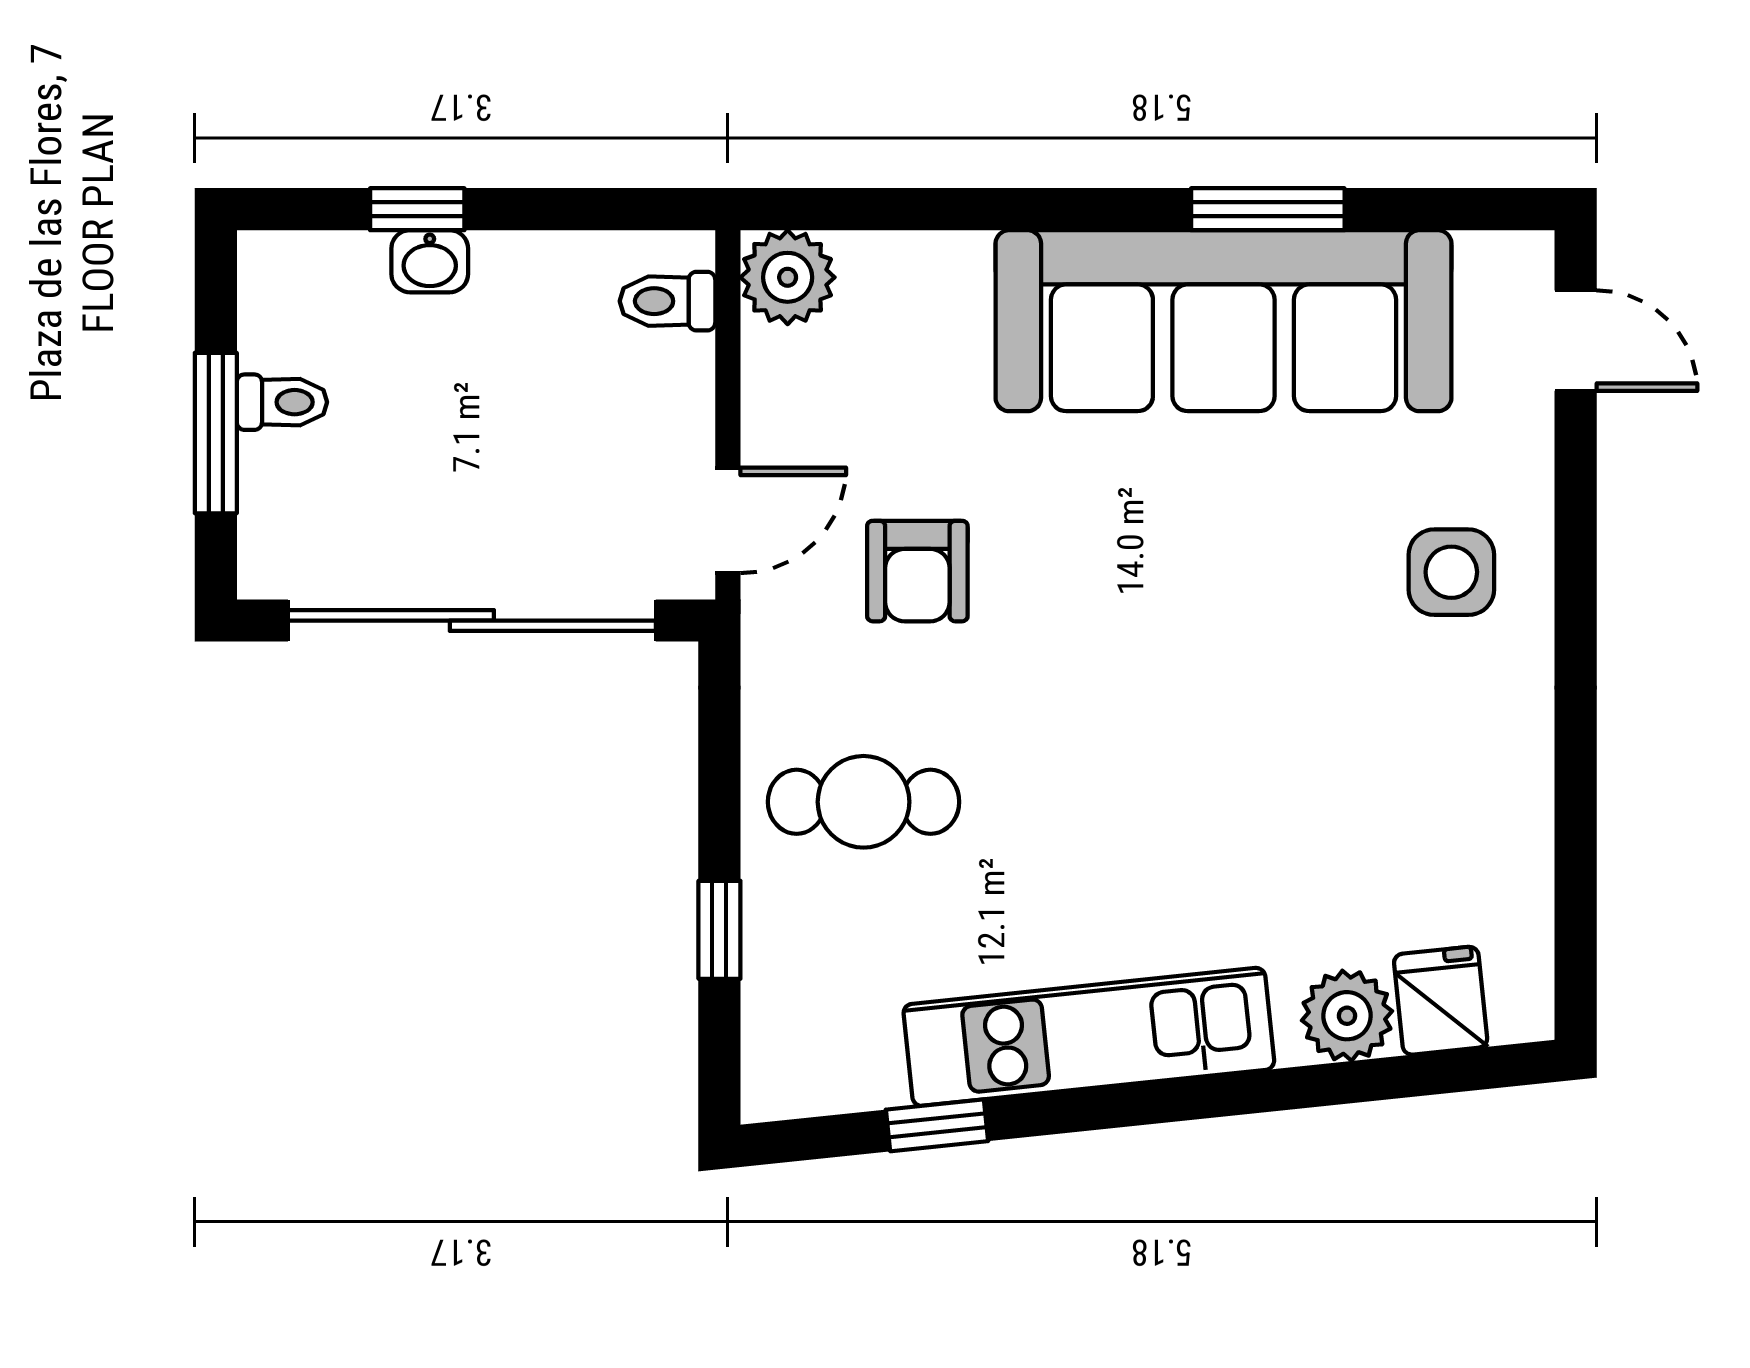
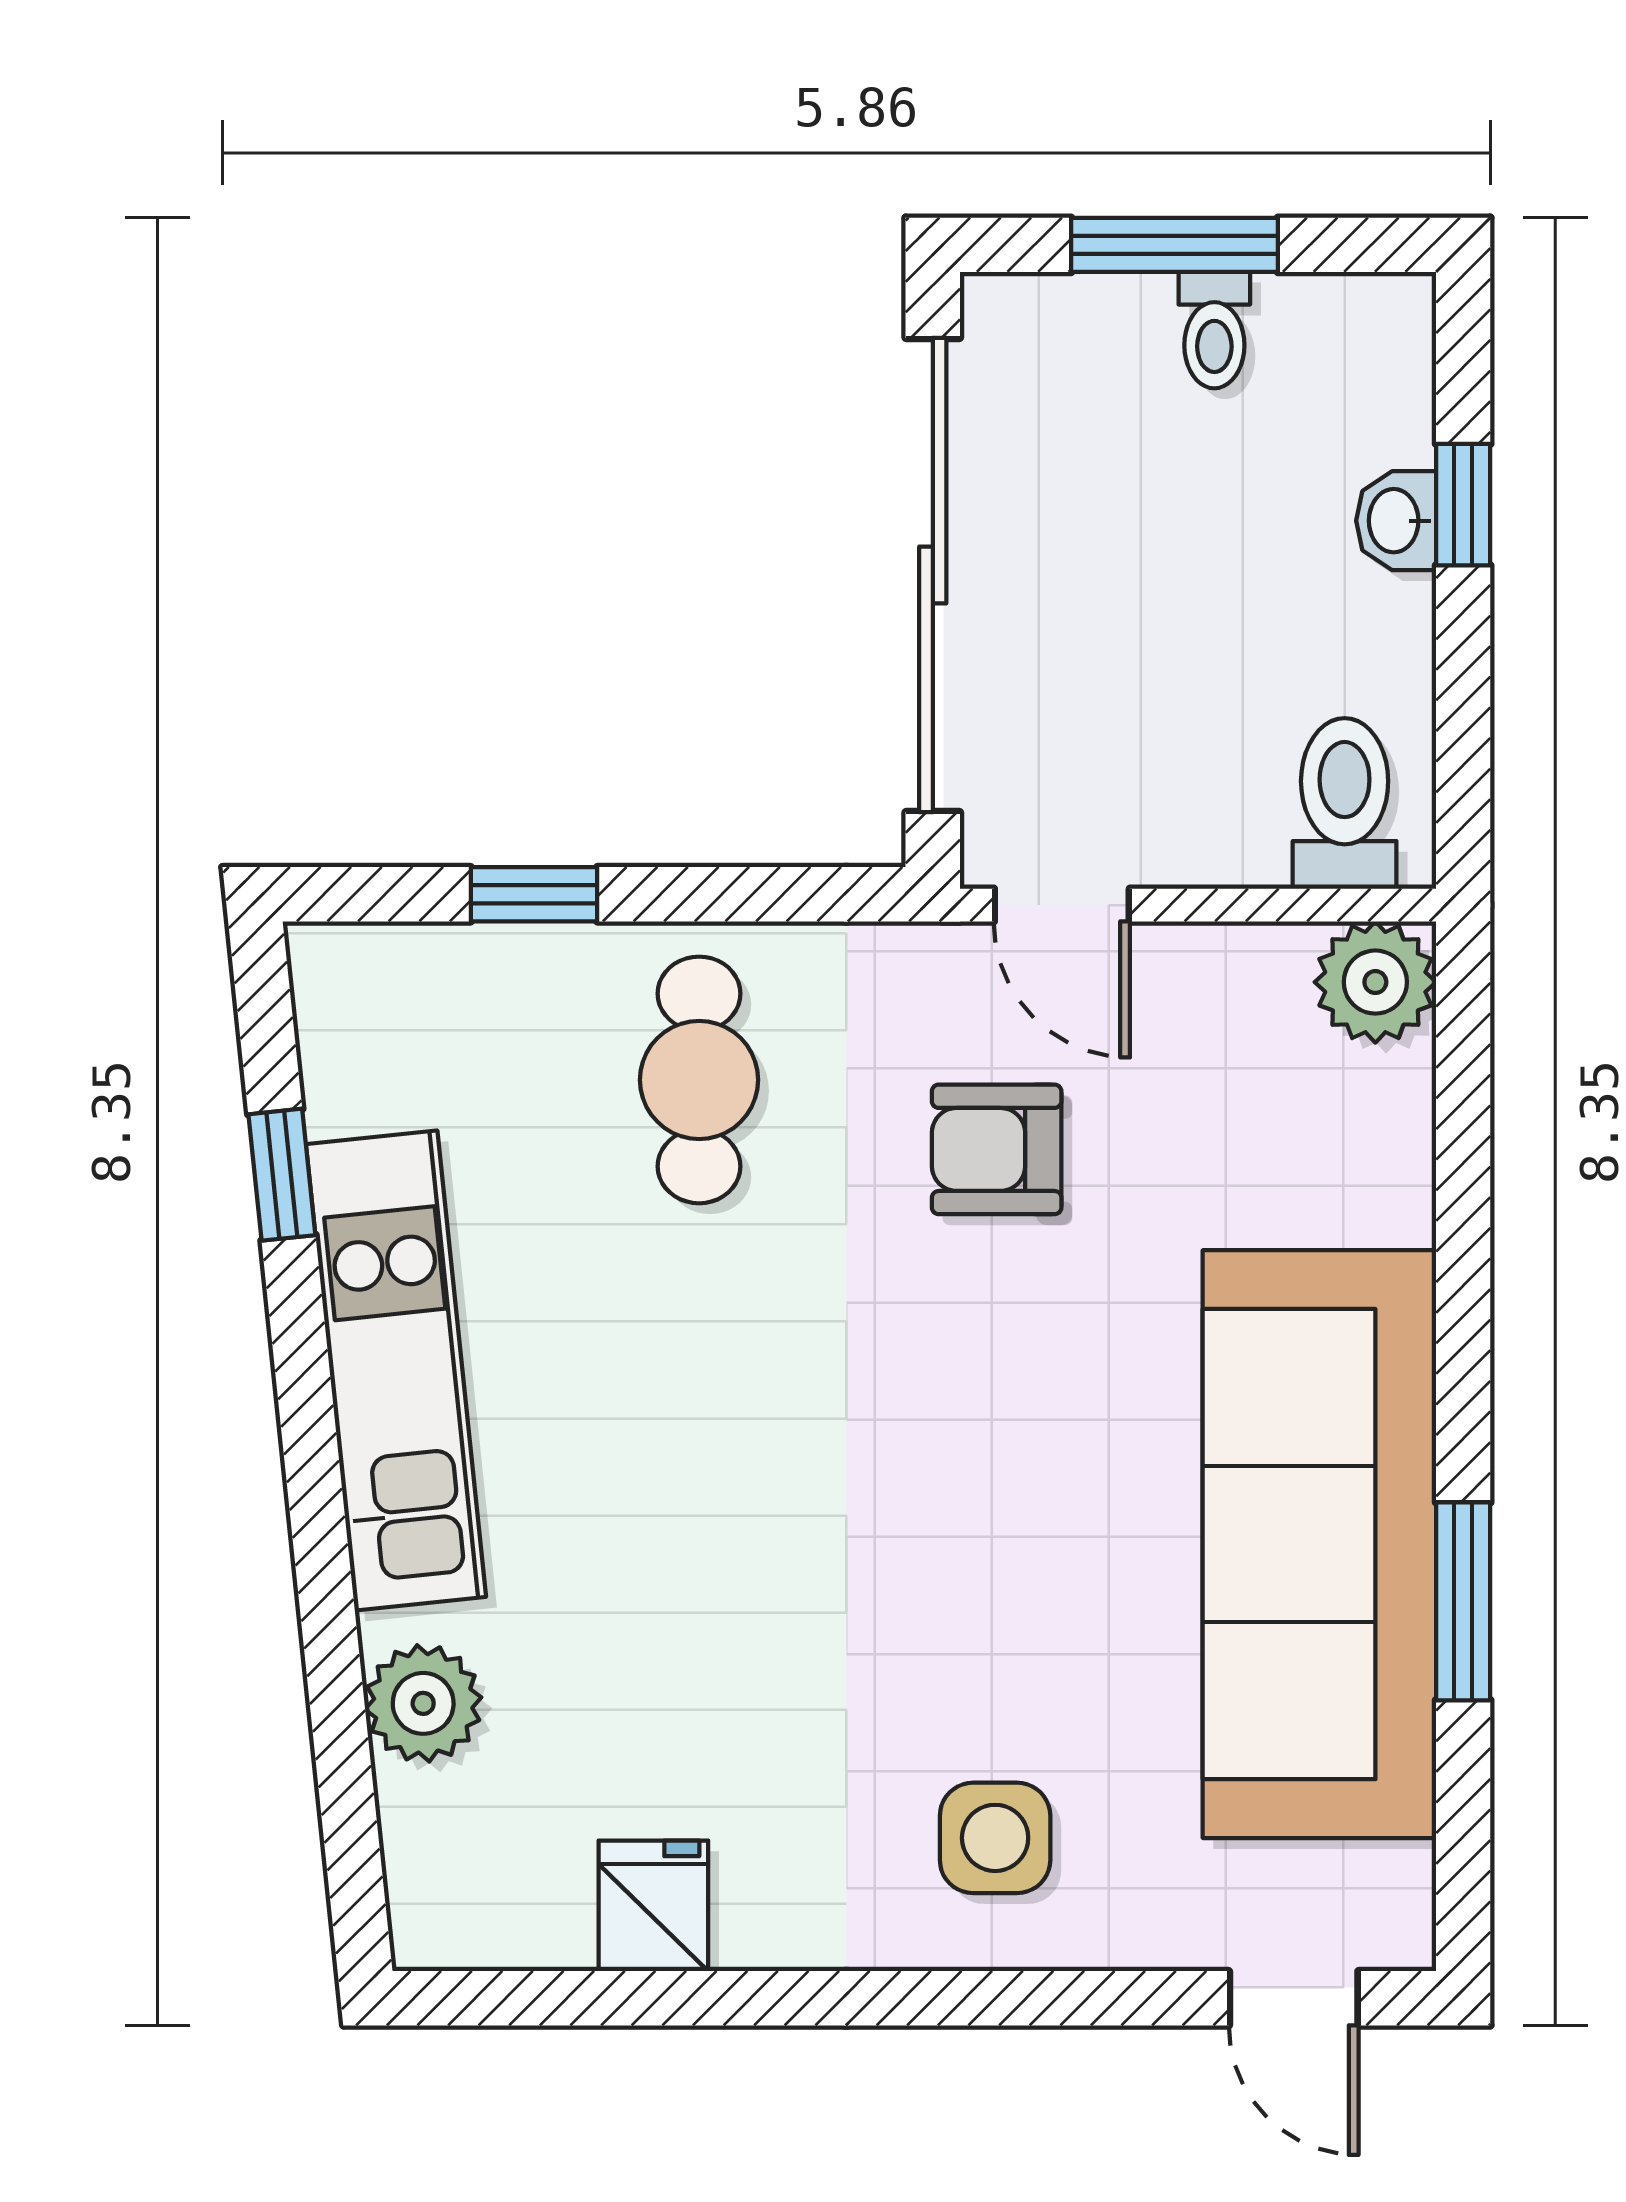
toilet: (667, 301) -> (1345, 803), width x1.37, depth x1.39
door: (1576, 341) -> (1294, 1998), hinge flipped
fridge: (1441, 1001) -> (653, 1906), moved, turned -84

